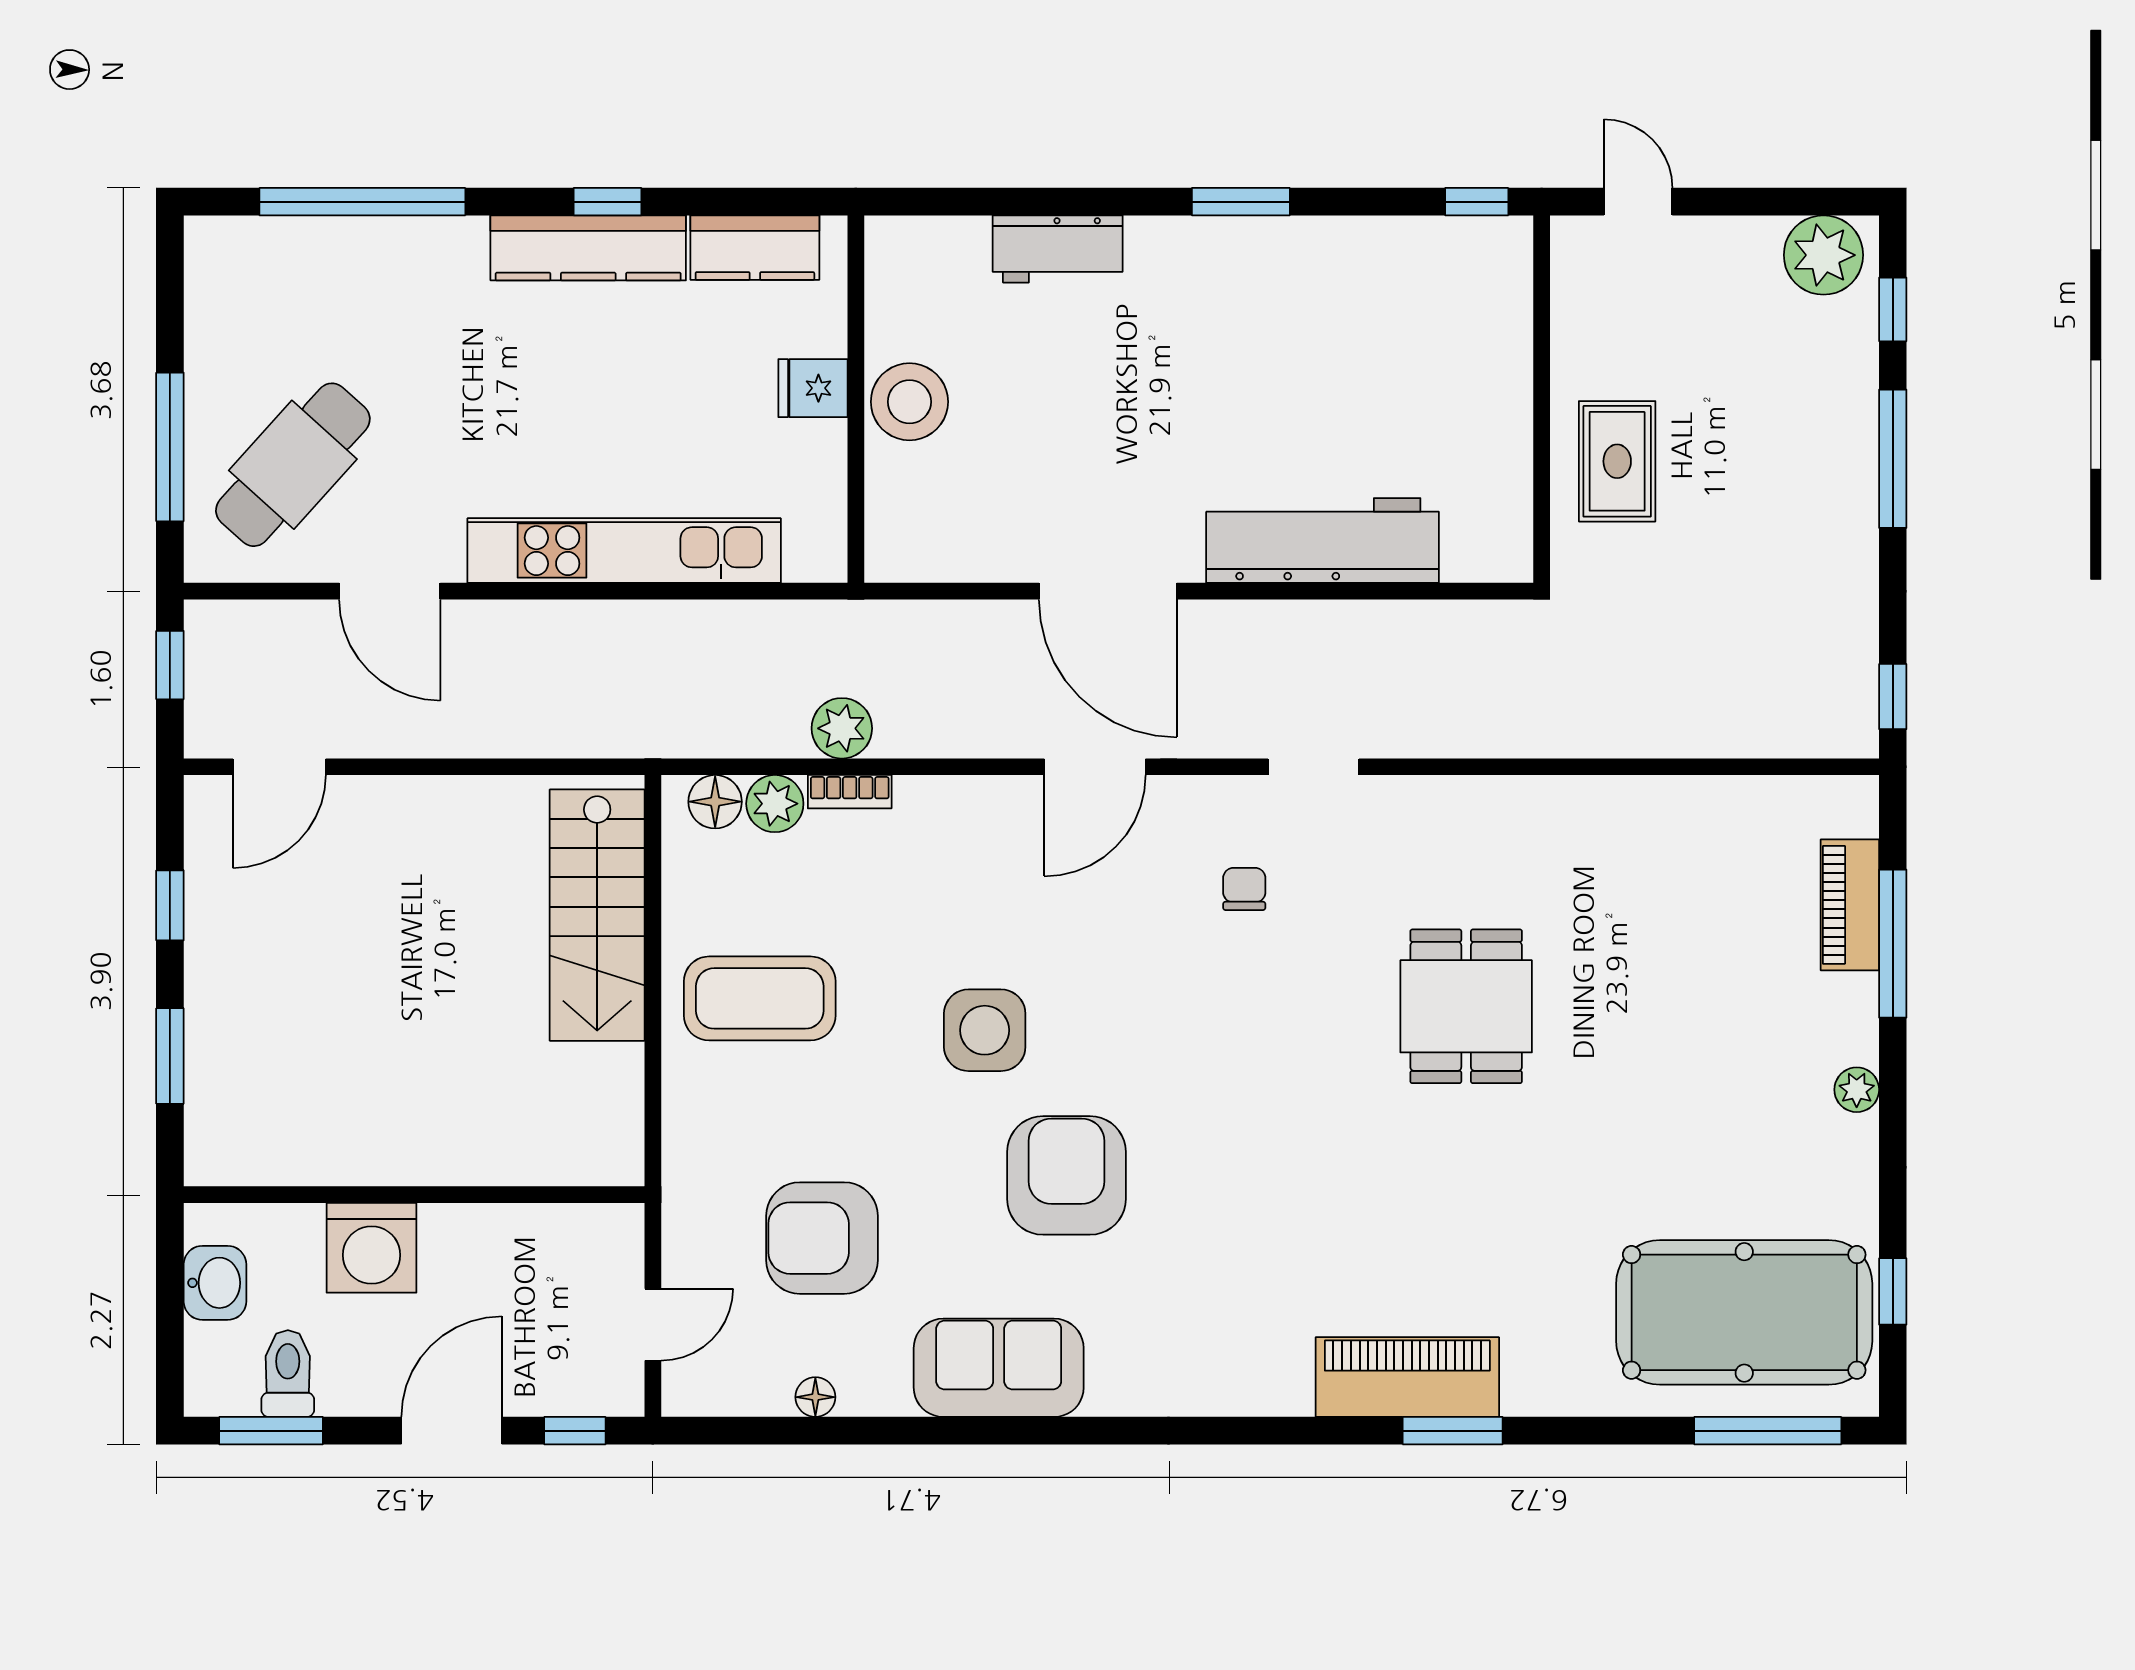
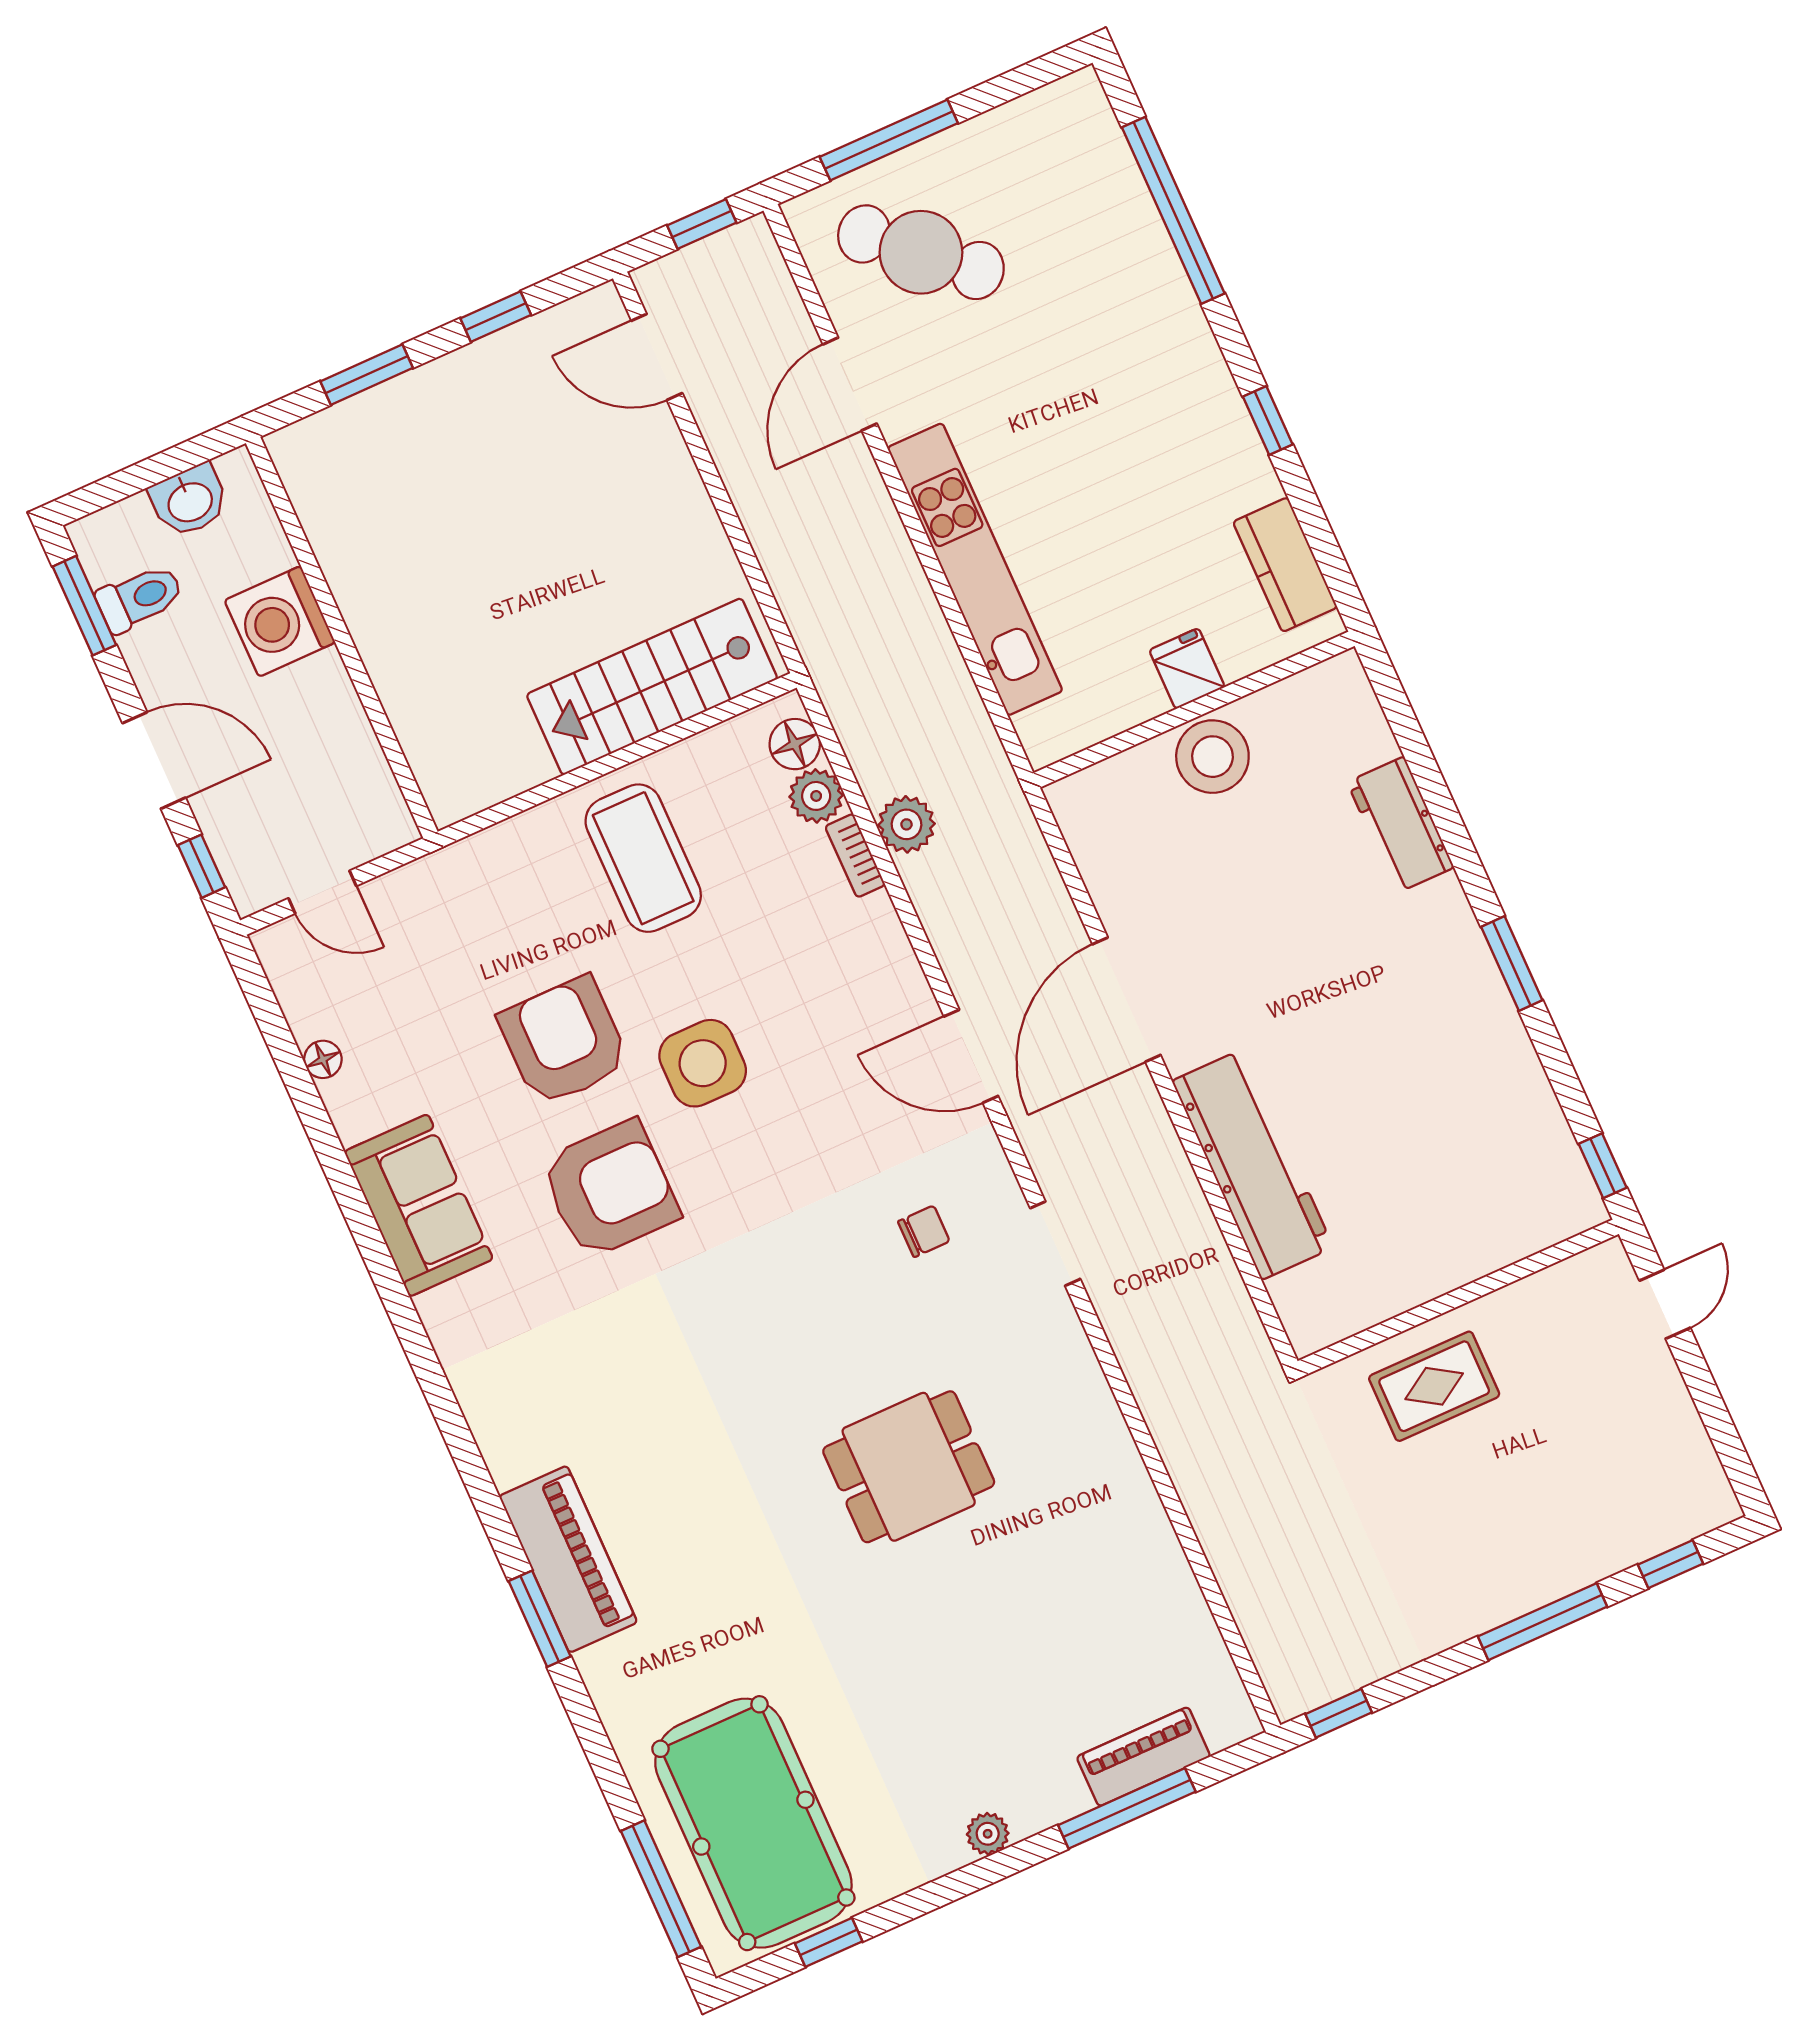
kitchen counter: (588, 248) -> (1221, 422), removed
plant: (1823, 255) -> (1690, 1484), removed
armchair: (822, 1238) -> (564, 1041), moved

